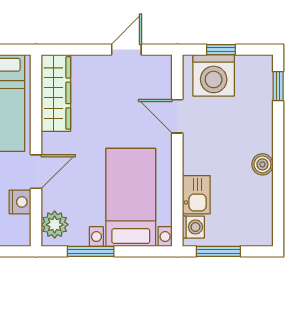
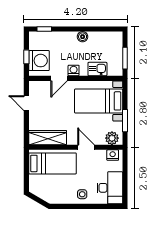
nightstand: (20, 202) -> (113, 155), moved
washing machine: (193, 227) -> (74, 70), moved

